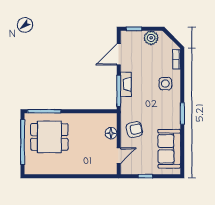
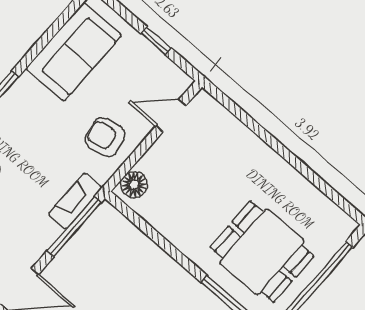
fireplace: (126, 84) -> (75, 201), moved
floor lamp: (111, 133) -> (134, 185), moved

